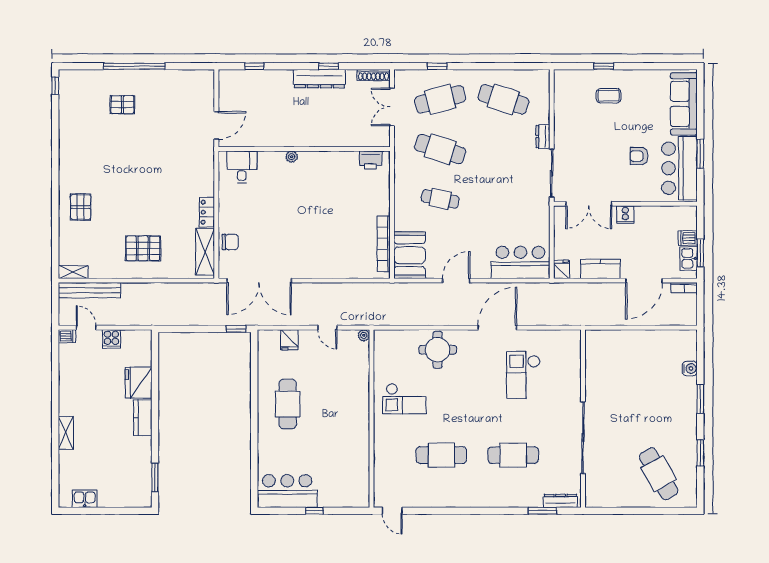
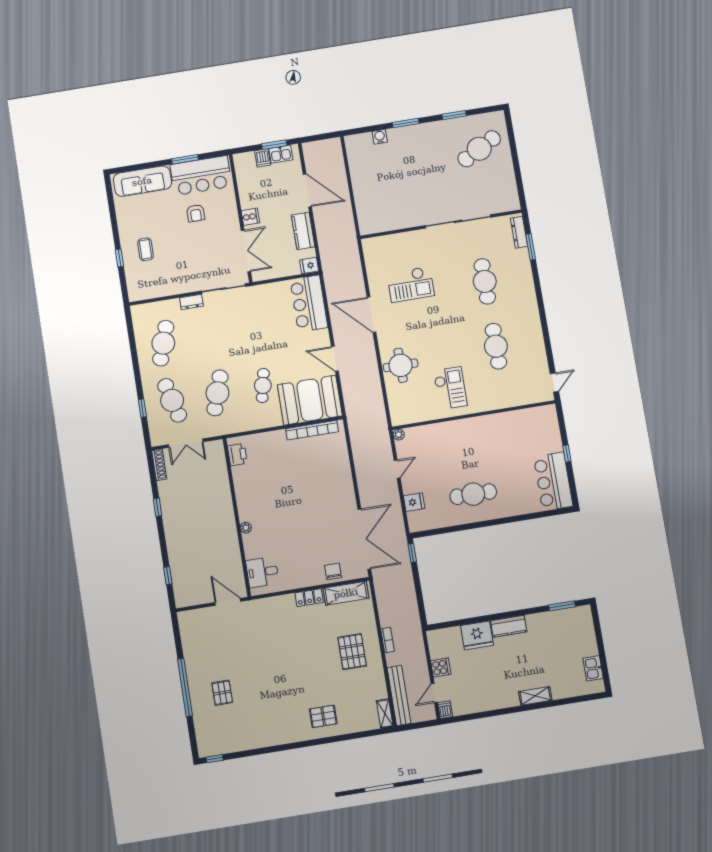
dresser: (319, 79) -> (170, 514), removed
booth: (410, 255) -> (310, 400), width x1.36, depth x1.42
bookcase: (684, 288) -> (388, 640), moved

